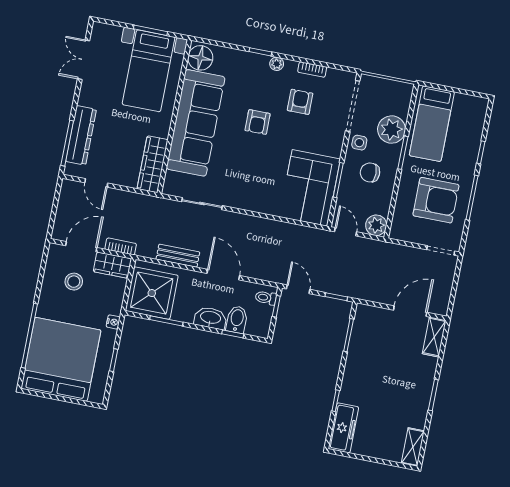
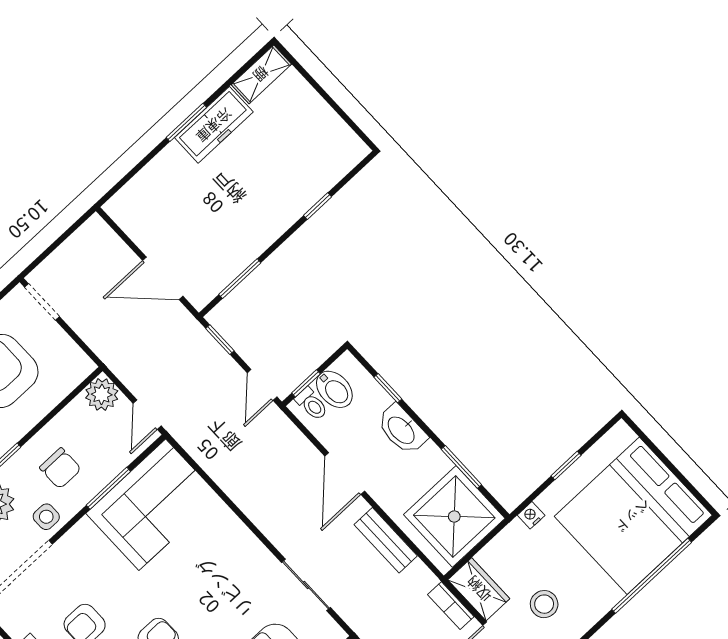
door: (410, 311) -> (163, 278), moved
bidet: (237, 319) -> (334, 389), moved, turned -90
shelving: (434, 337) -> (131, 196), removed
freezer: (343, 428) -> (214, 125), moved, turned 180

